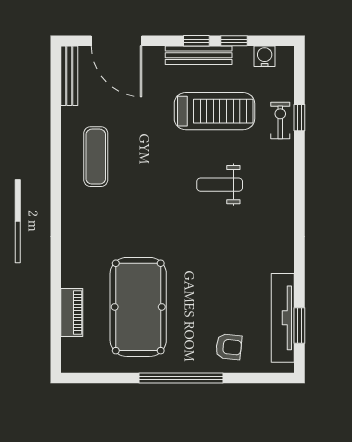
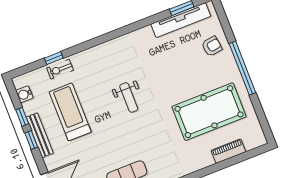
weight bench: (220, 185) -> (129, 98), moved
armchair: (229, 347) -> (212, 46), turned 76

